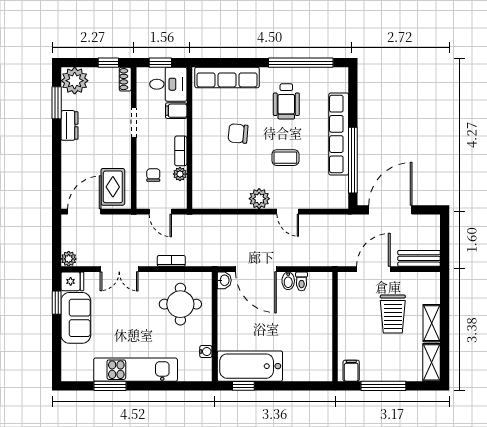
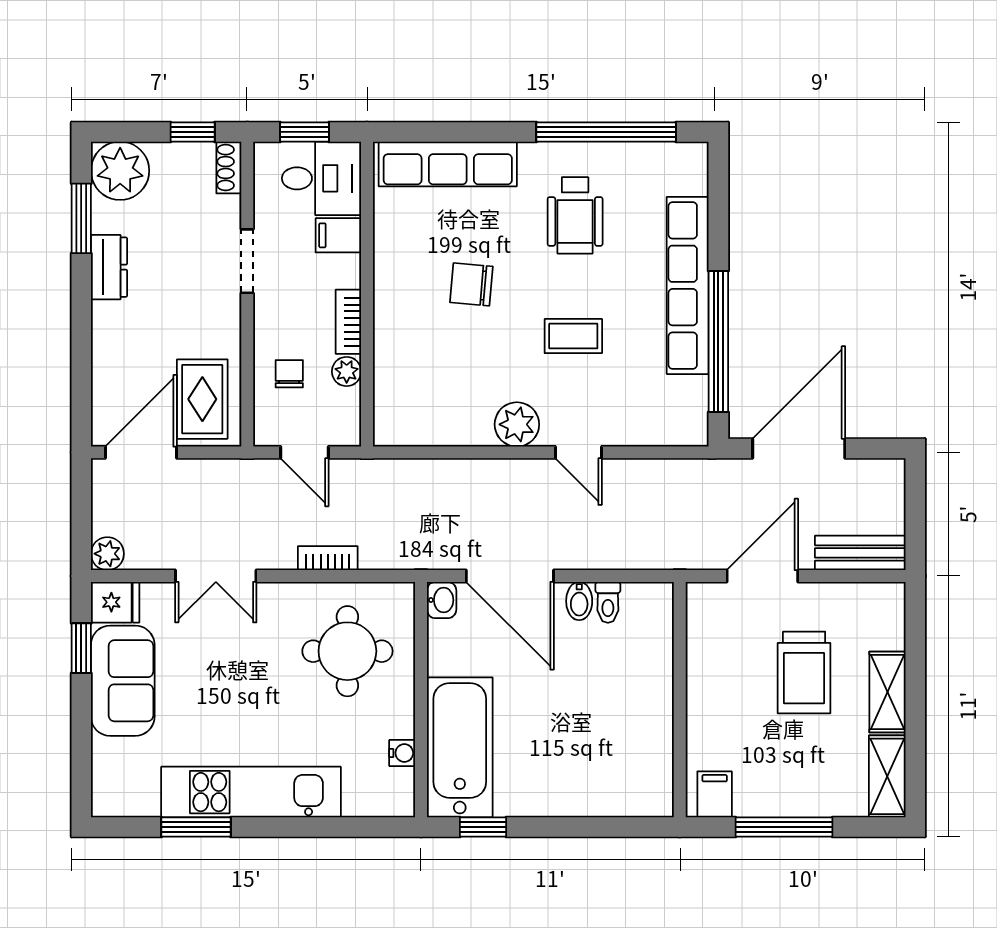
bathtub: (250, 366) -> (460, 747), moved, turned 90

